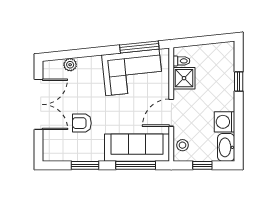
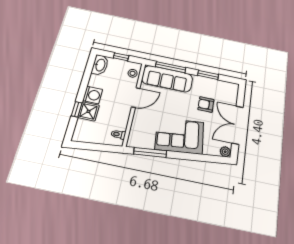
plant: (70, 65) -> (225, 152), moved
corner sofa: (132, 72) -> (180, 136), moved
shower: (184, 78) -> (89, 111), moved
washing machine: (225, 122) -> (93, 95), moved
armchair: (82, 123) -> (206, 104), turned 180

